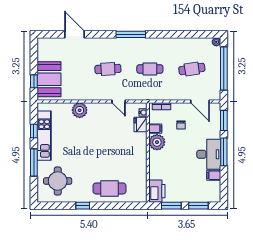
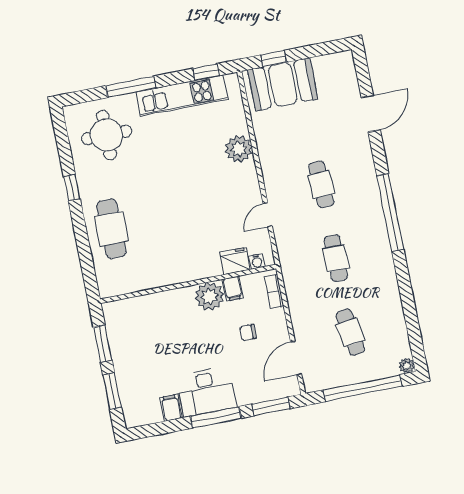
window: (131, 34) -> (390, 212), width x1.46
window: (34, 131) -> (206, 72), moved
printer: (157, 191) -> (123, 313), removed

